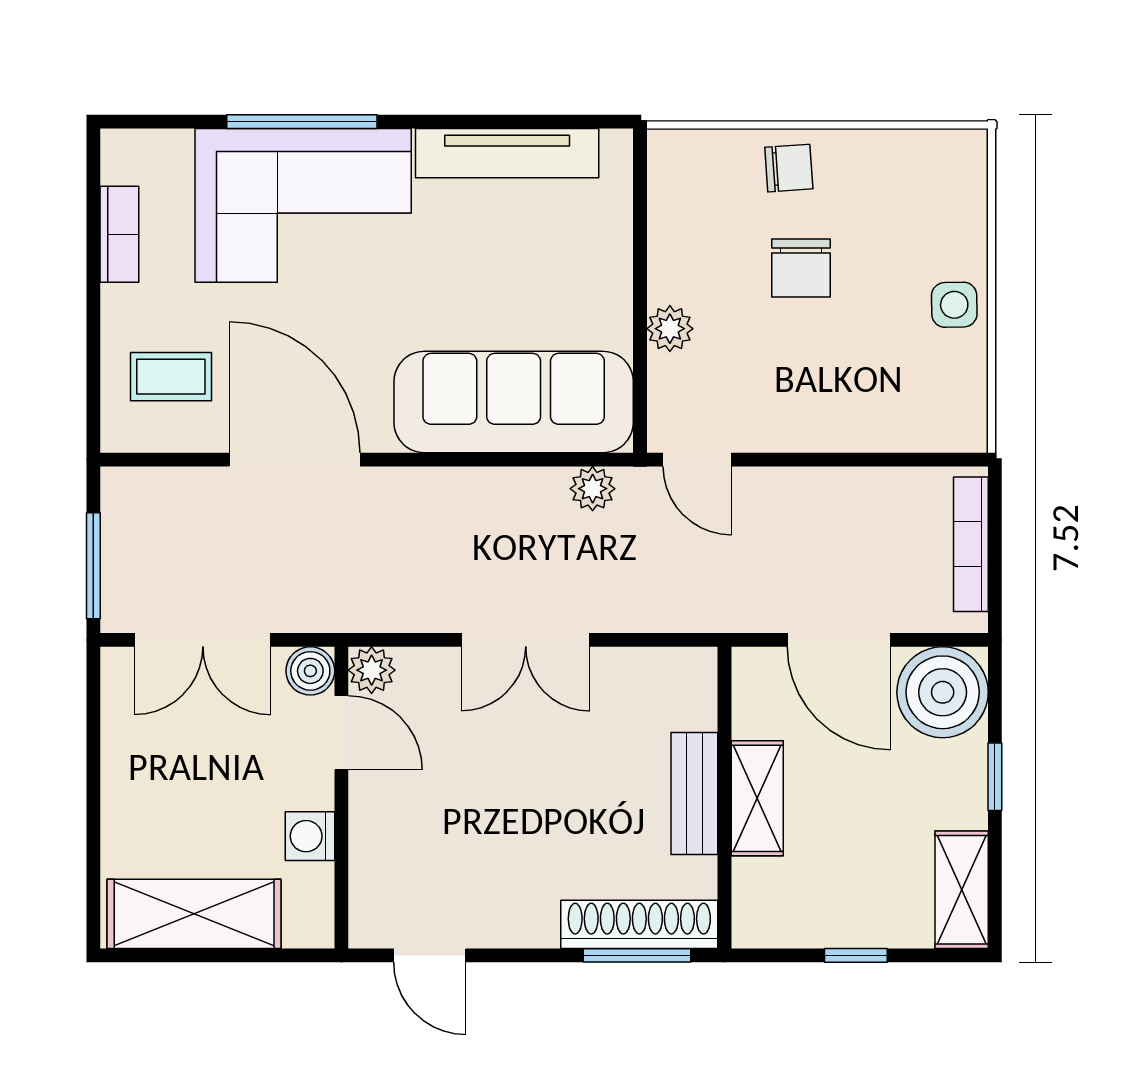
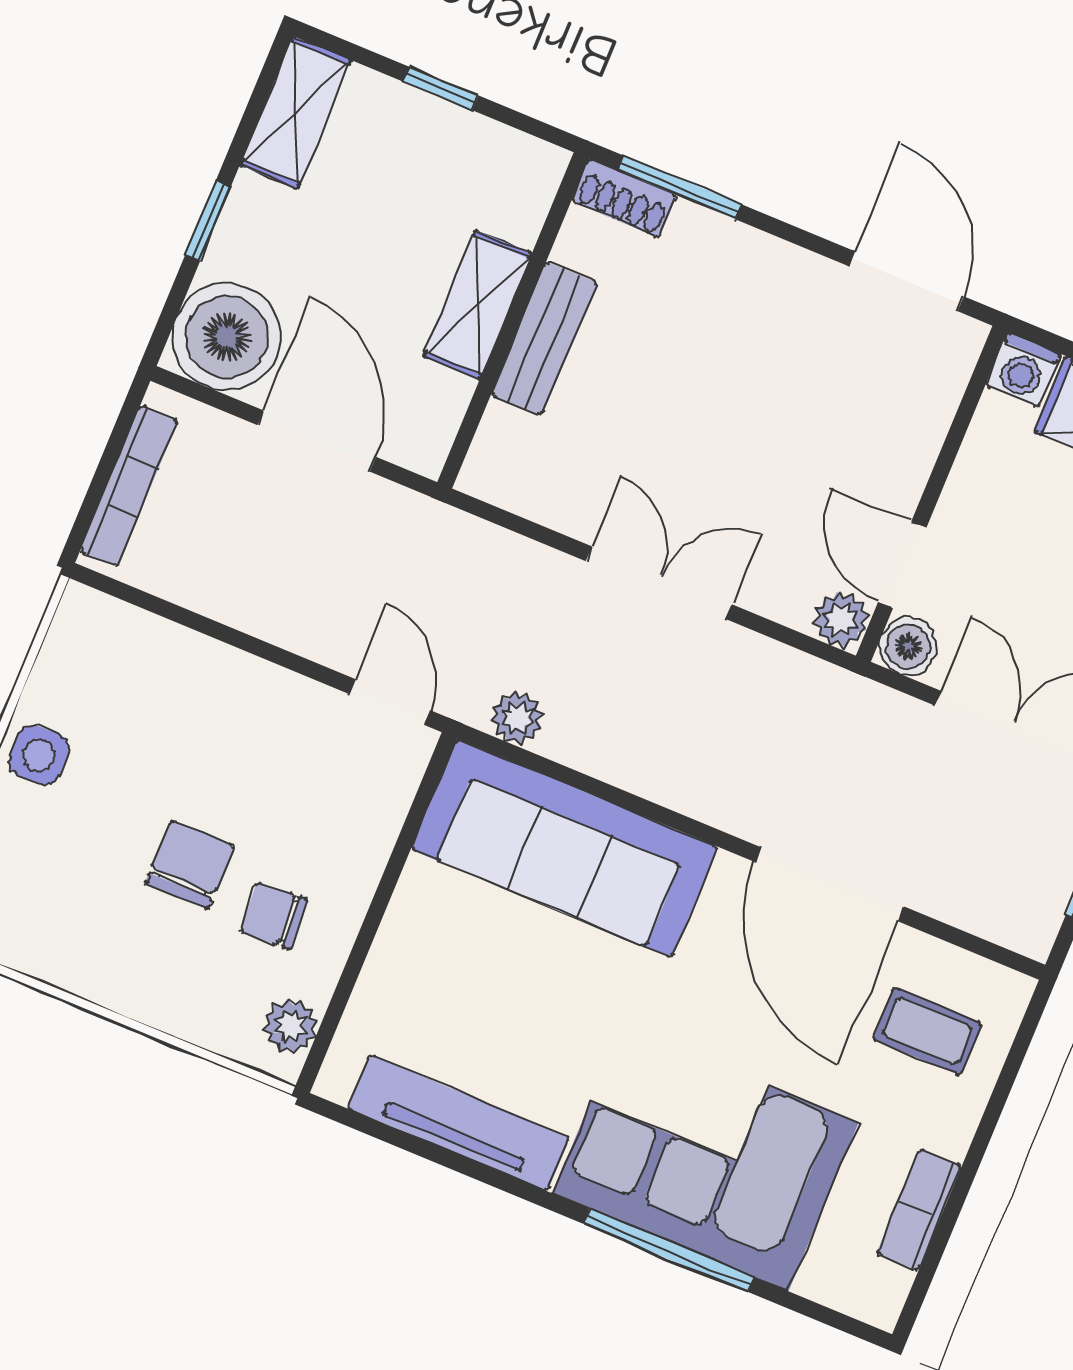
chair: (789, 168) -> (274, 916), moved
plant: (670, 329) -> (291, 1026), moved
washing machine: (310, 836) -> (1023, 370), moved, turned 90
shoe rack: (639, 924) -> (624, 198), width x0.51, depth x0.81
door: (430, 955) -> (906, 281), width x1.38

